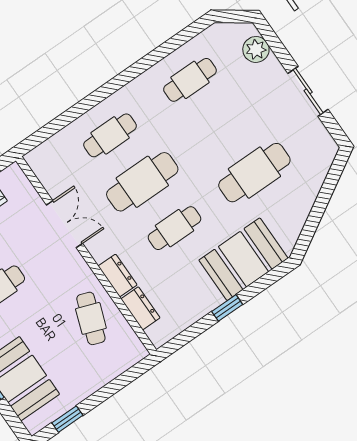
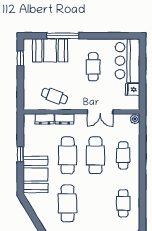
plant: (36, 158) -> (135, 119), added
cafe table: (174, 228) -> (68, 155), width x1.37, depth x1.35

